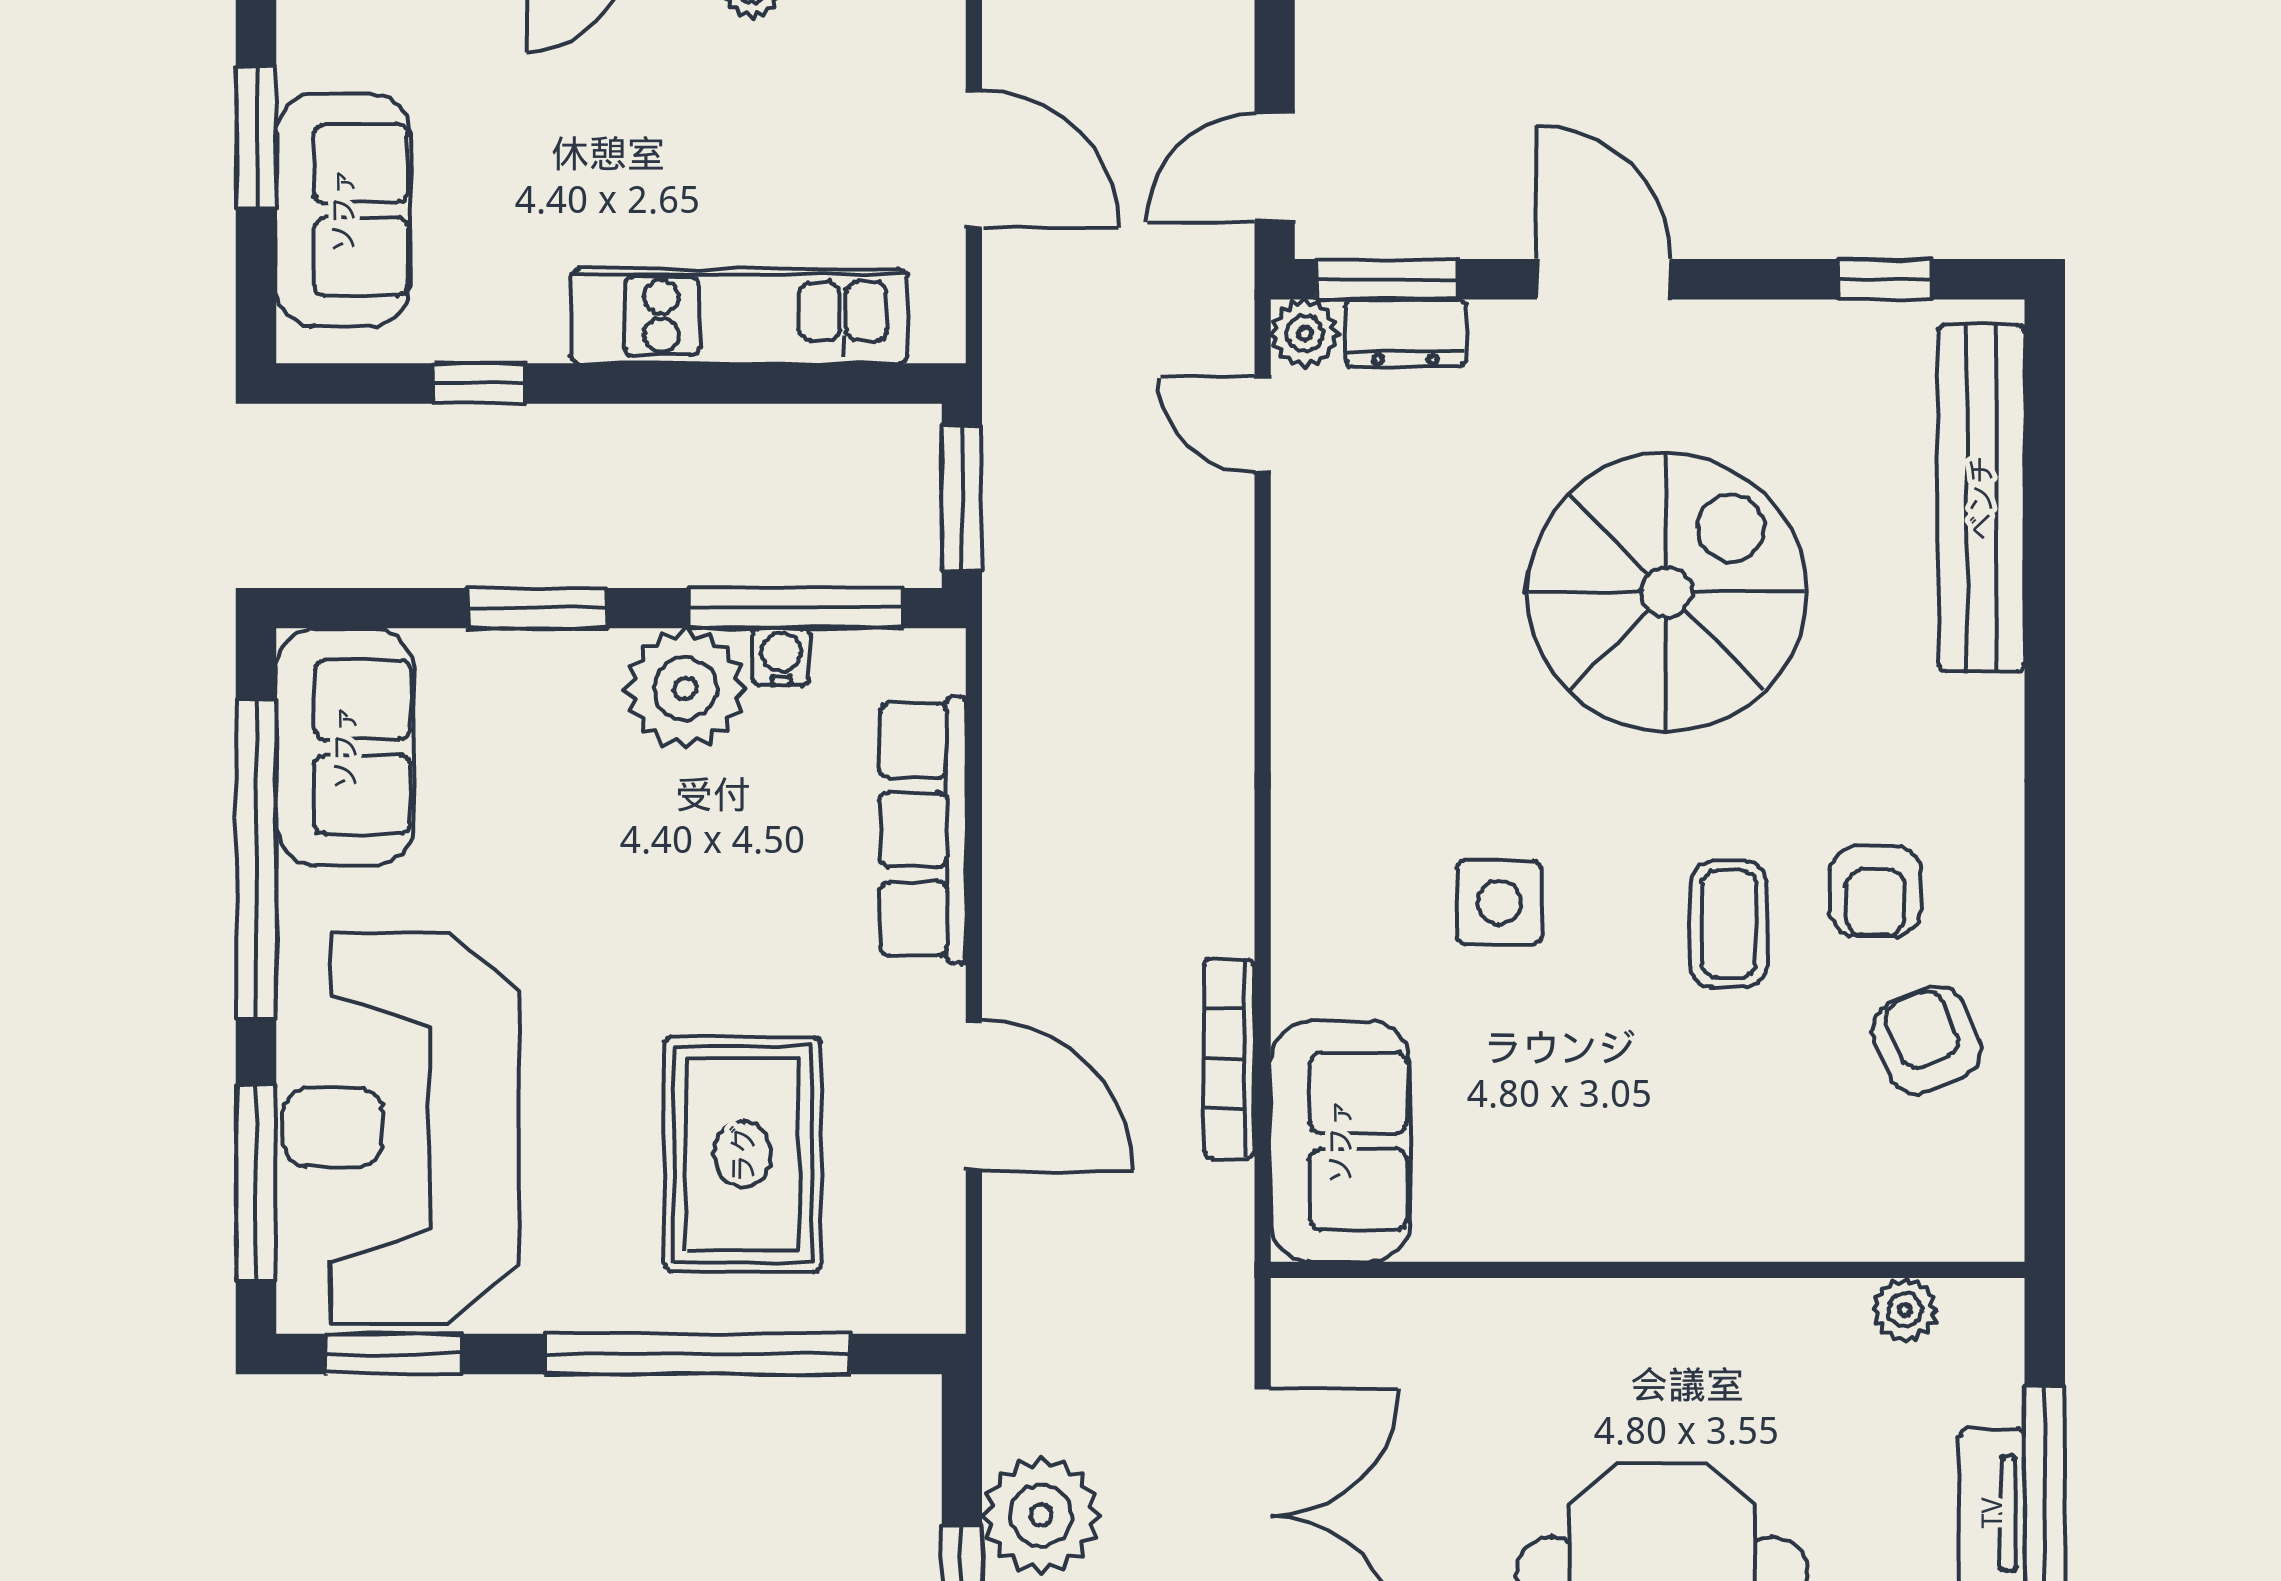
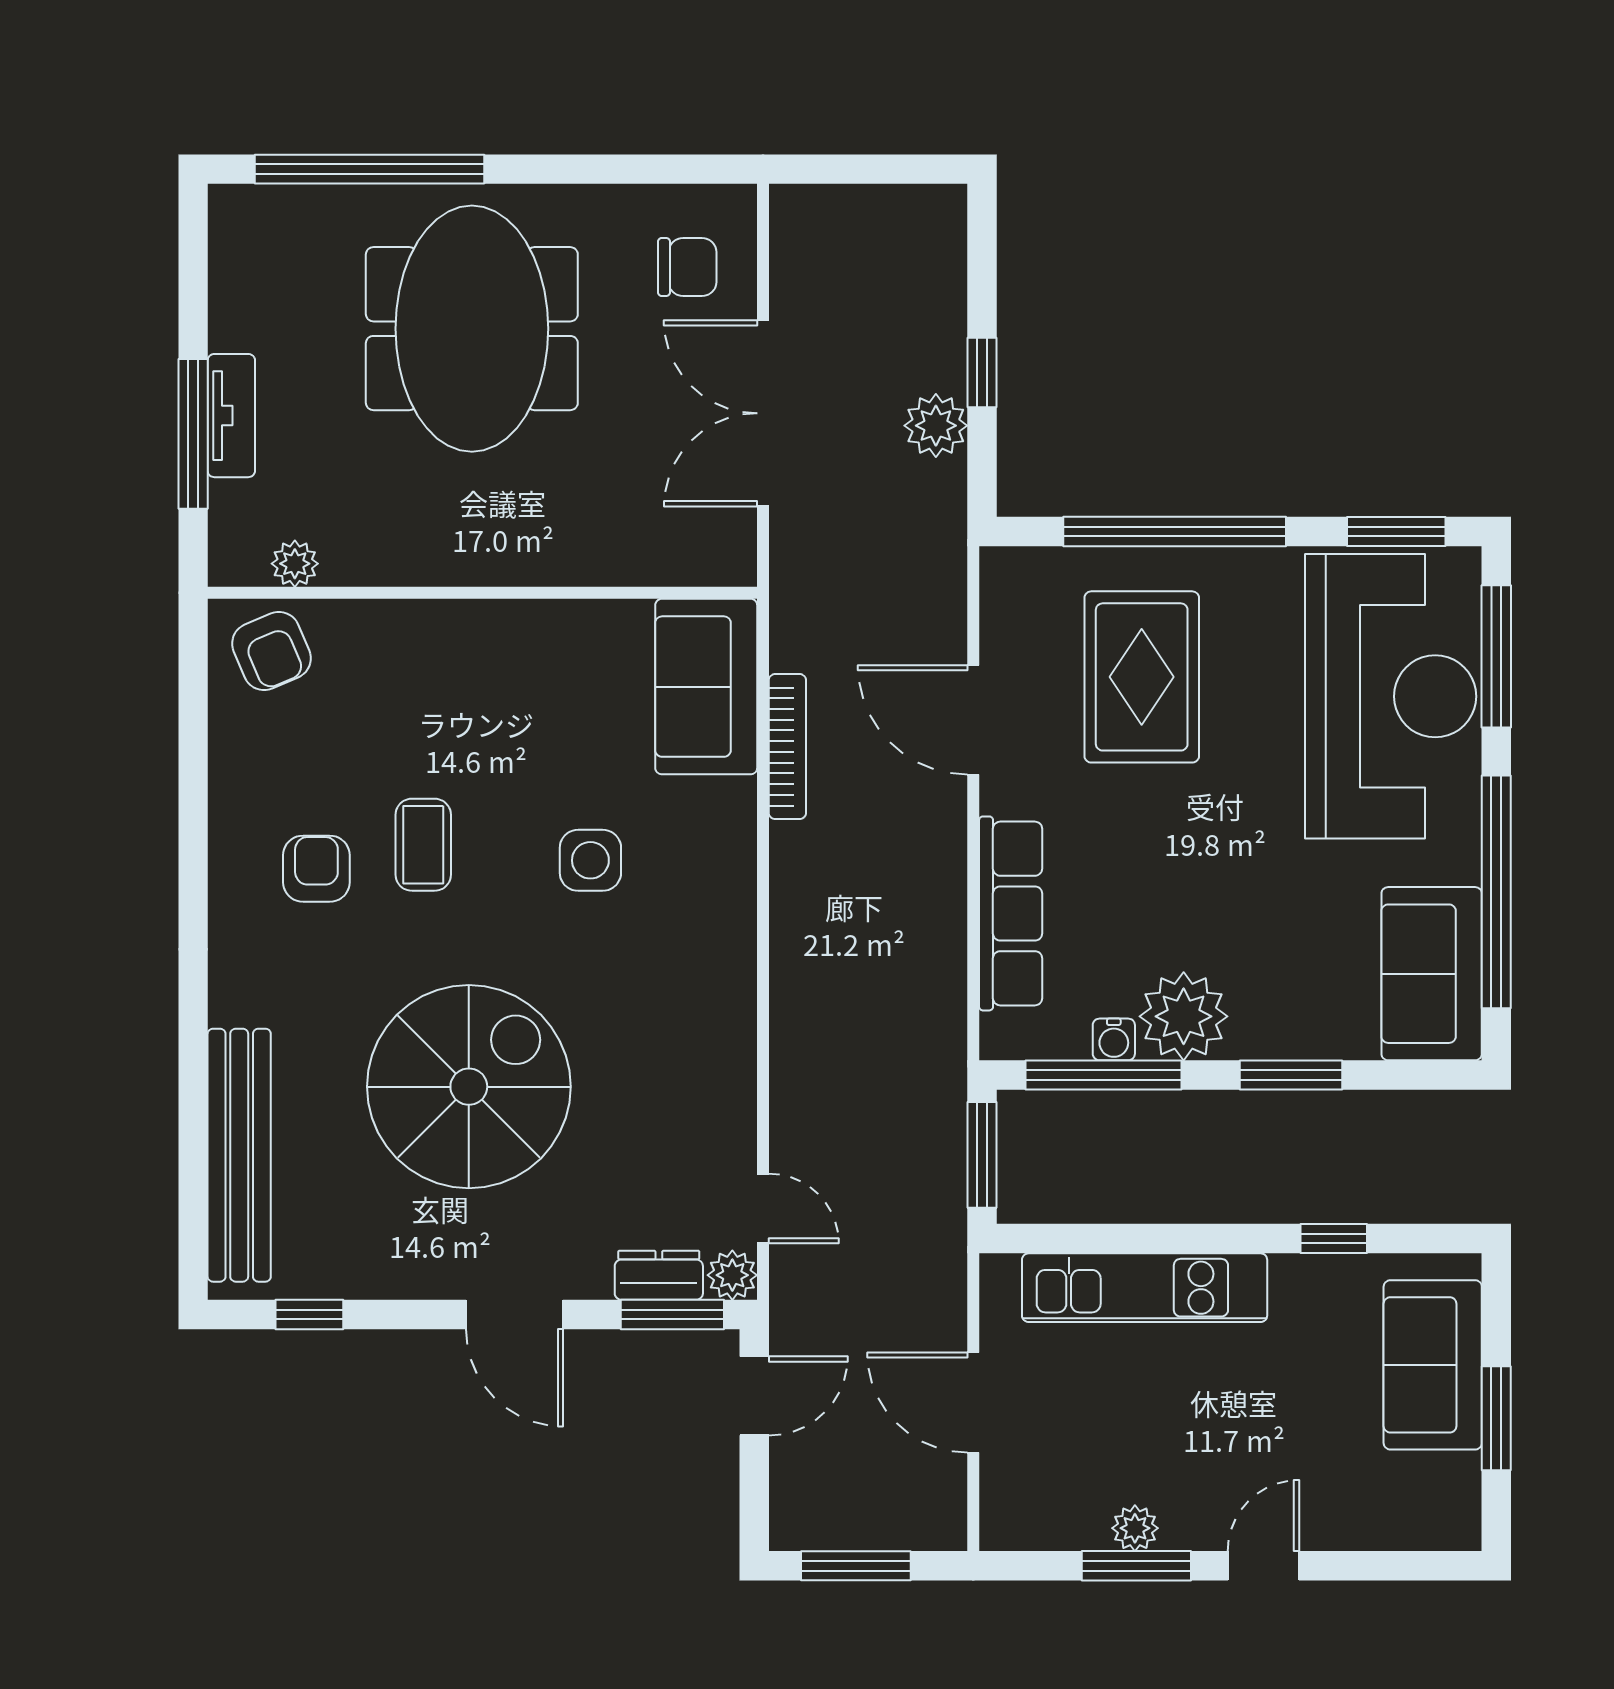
spiral stairs: (1666, 592) -> (469, 1087), turned 180
armchair: (1927, 1040) -> (271, 651), moved
plant: (1041, 1515) -> (936, 426), width x0.73, depth x0.73

